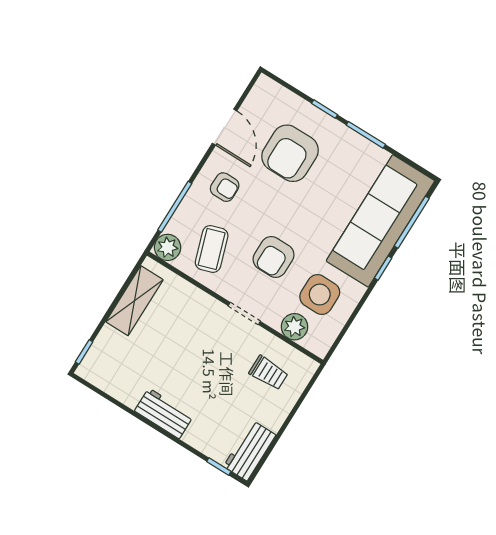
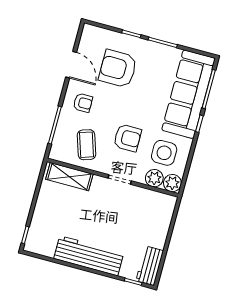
armchair: (290, 153) -> (118, 69), turned 90
plant: (168, 247) -> (172, 183), moved
armchair: (273, 257) -> (127, 138), turned -90
shelving: (134, 301) -> (69, 177), moved, turned 90
trolley: (268, 373) -> (147, 213), removed
workbench: (164, 413) -> (89, 256), width x1.88, depth x1.32

